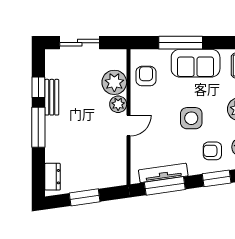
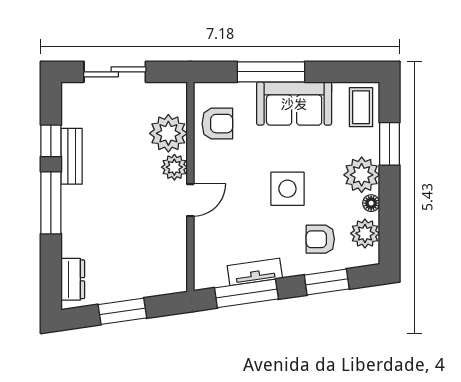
armchair: (146, 76) -> (217, 124), turned 90
tv unit: (163, 173) -> (255, 272), width x0.71

